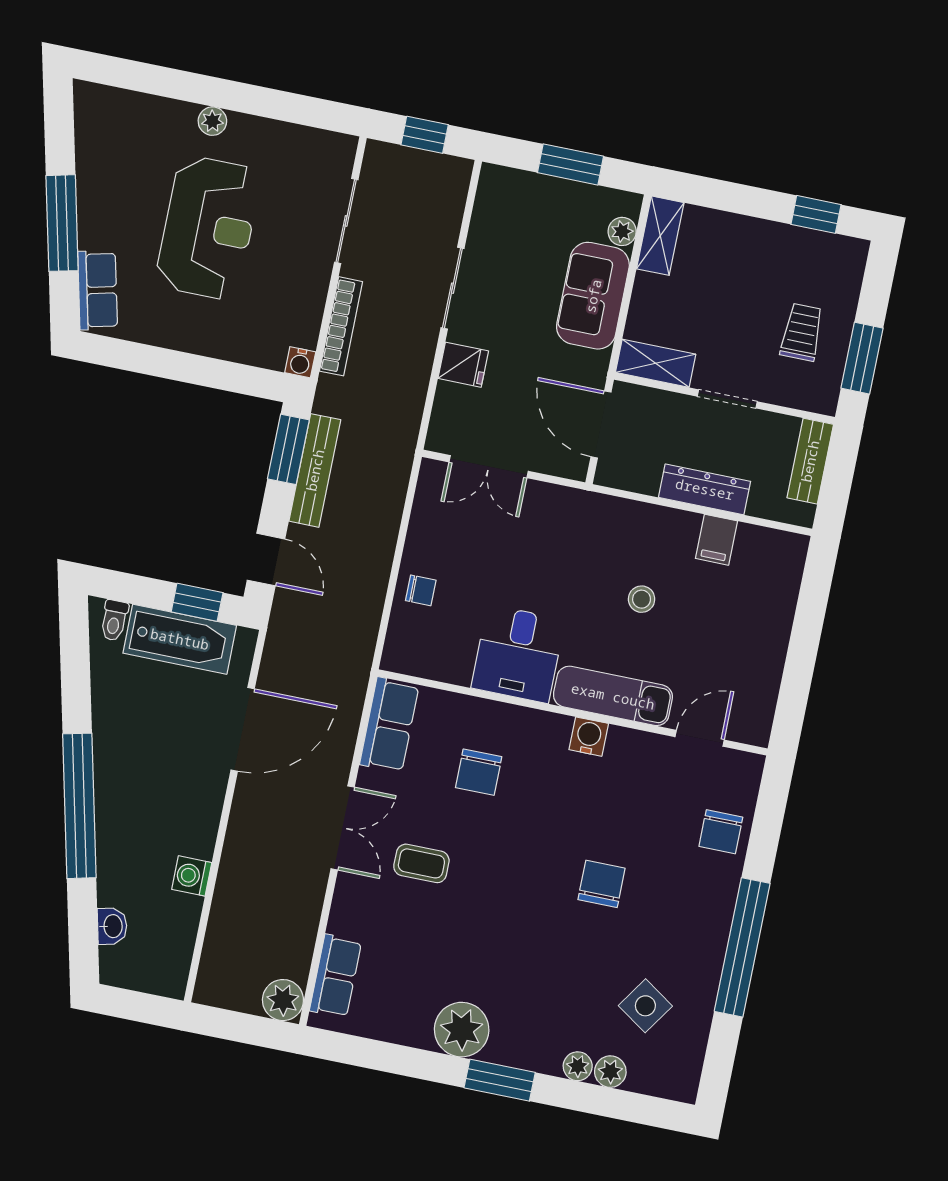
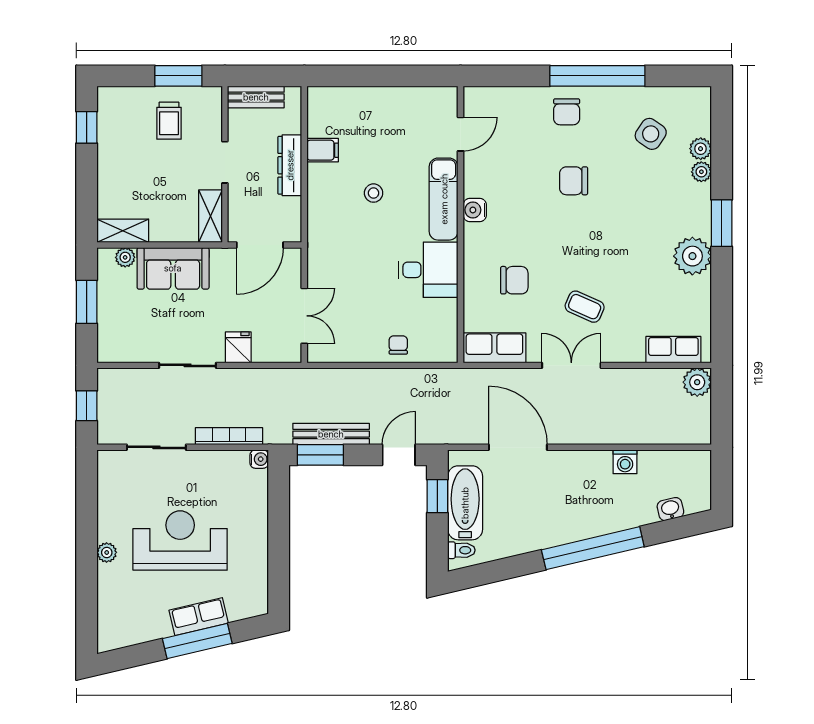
row of seats: (98, 290) -> (199, 617), moved
trolley: (802, 332) -> (169, 121), turned -90
door: (700, 738) -> (460, 134), swing flipped
chair: (721, 832) -> (567, 112), moved, turned 90
coffee table: (421, 863) -> (585, 307), turned -66

